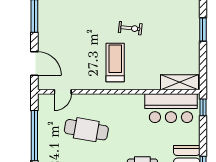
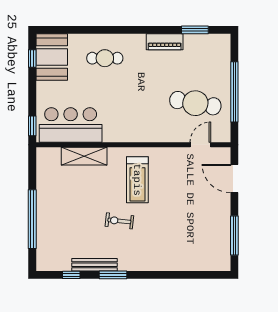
window: (203, 30) -> (32, 219), width x2.11
shelving: (180, 82) -> (84, 156), moved
cafe table: (86, 130) -> (195, 103), moved

